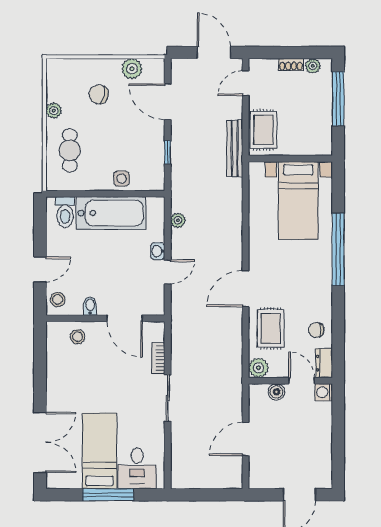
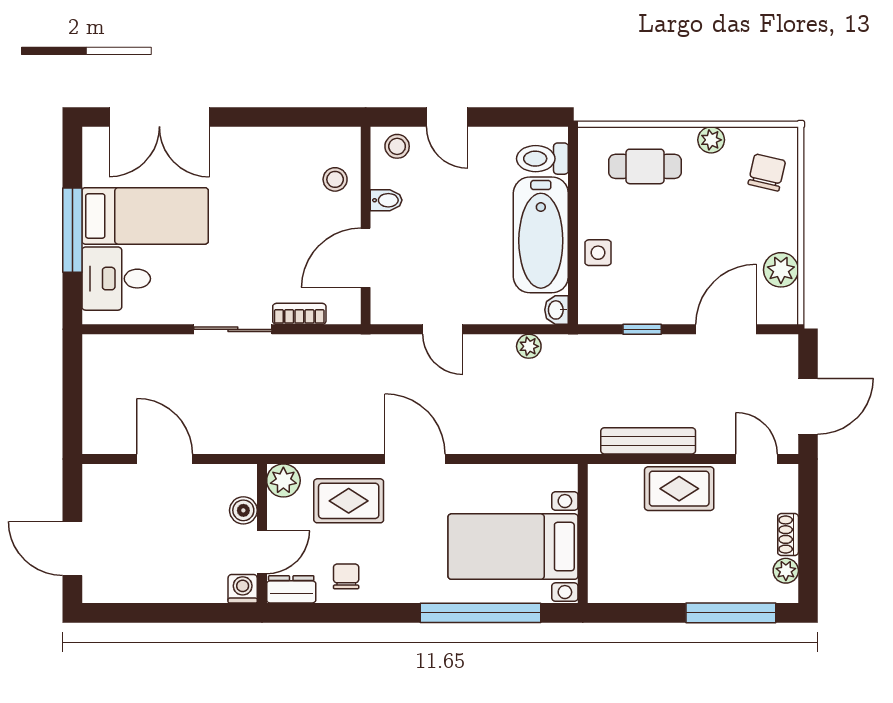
chair: (99, 94) -> (767, 172), moved
wall: (290, 159) -> (583, 533), moved
bed with nightstands: (298, 201) -> (513, 547), moved
washbasin: (158, 251) -> (556, 310), moved, turned -90

